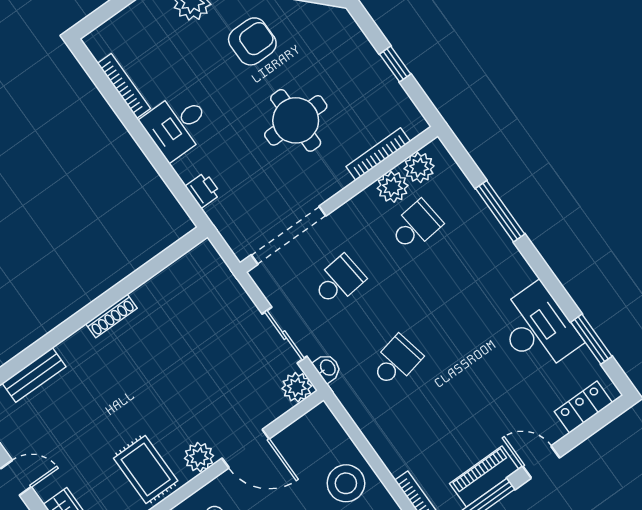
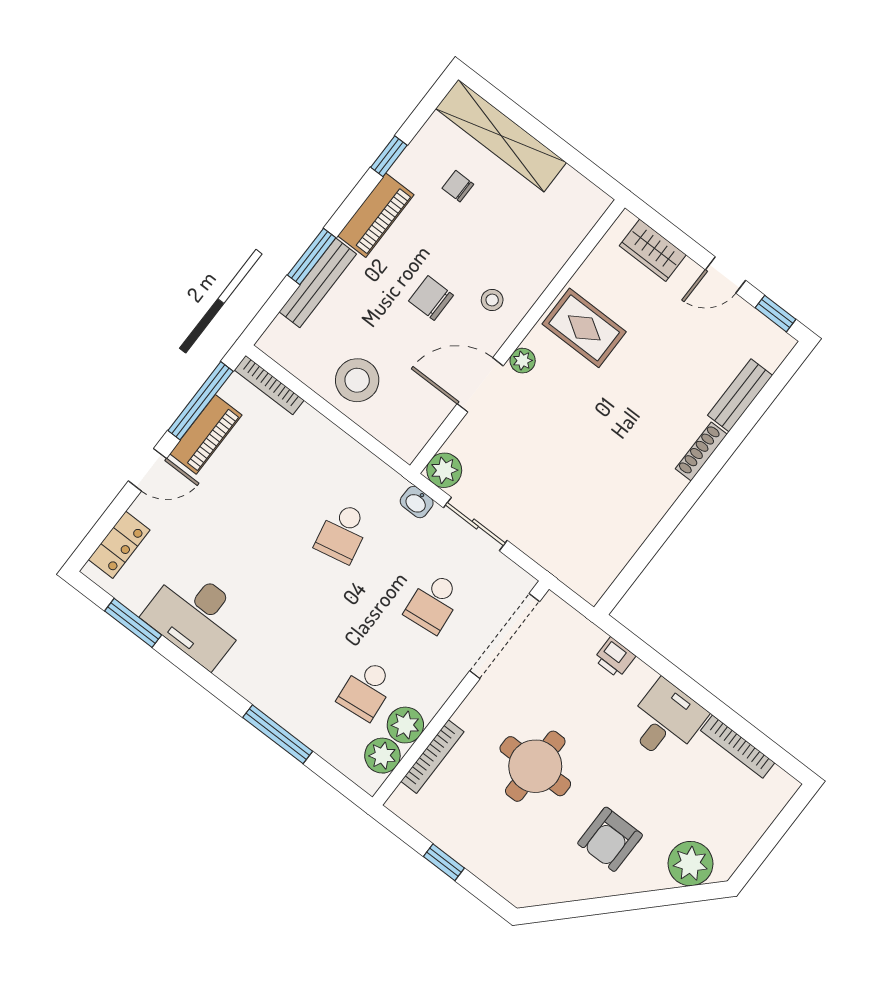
shoe rack: (111, 316) -> (701, 452), moved
plant: (199, 457) -> (523, 361), width x0.73, depth x0.73

